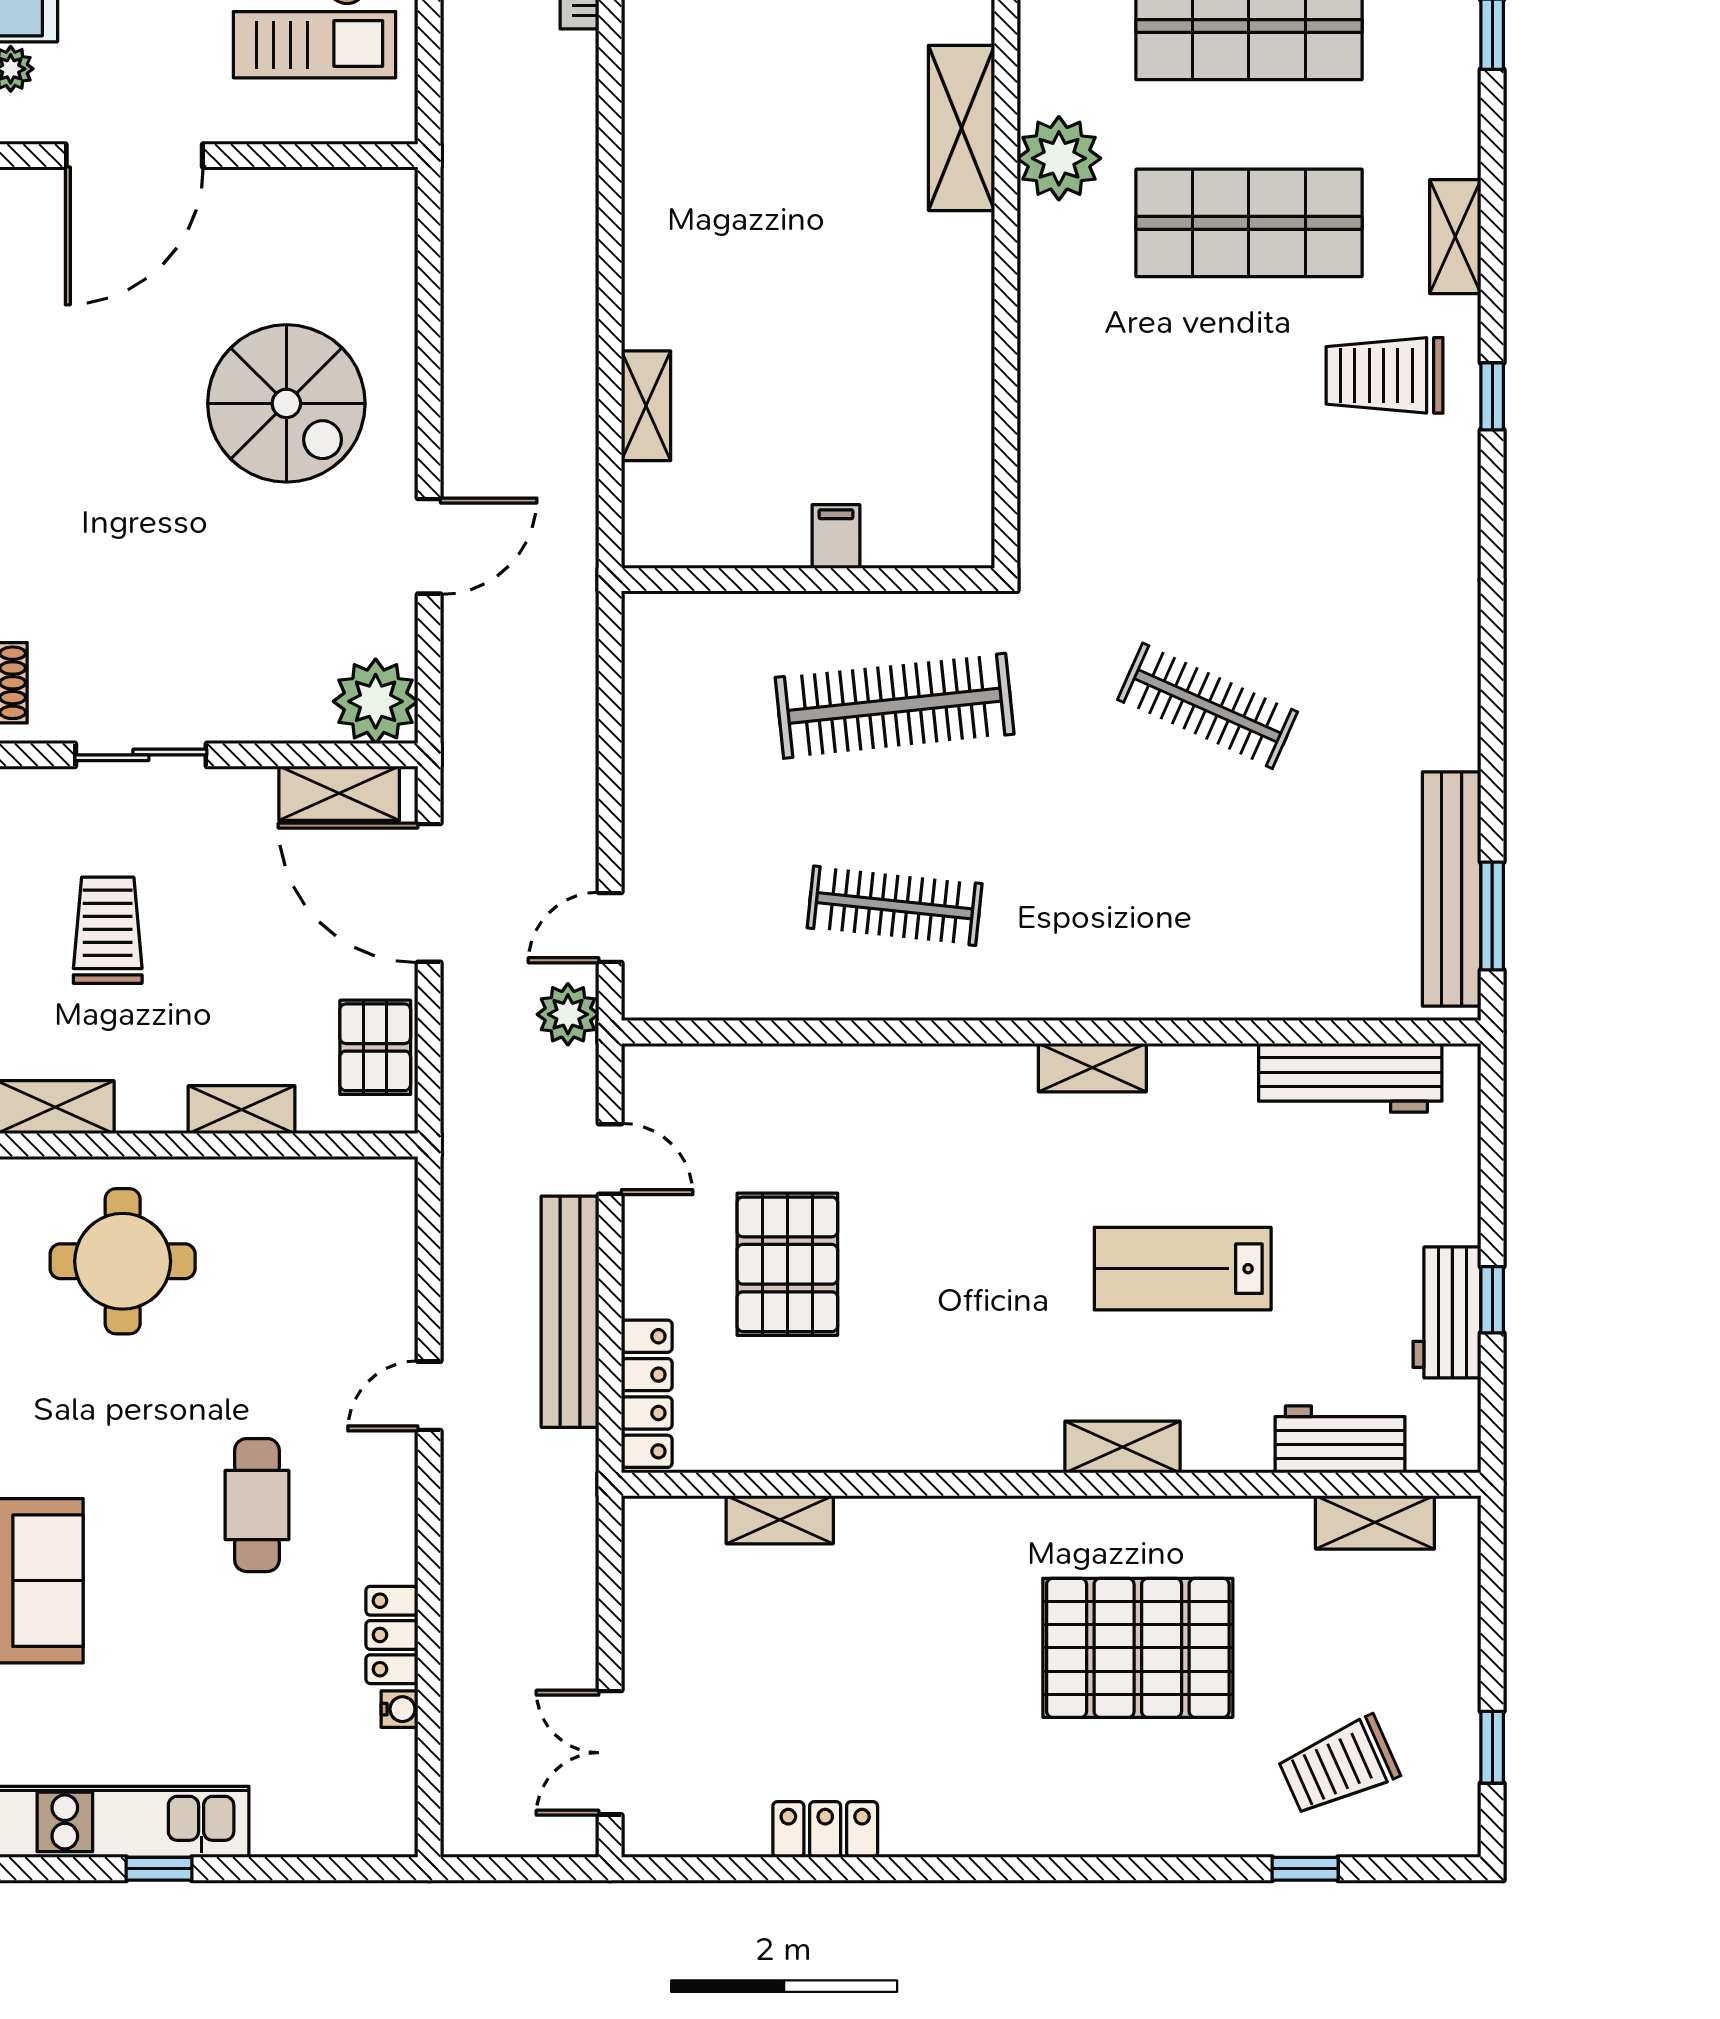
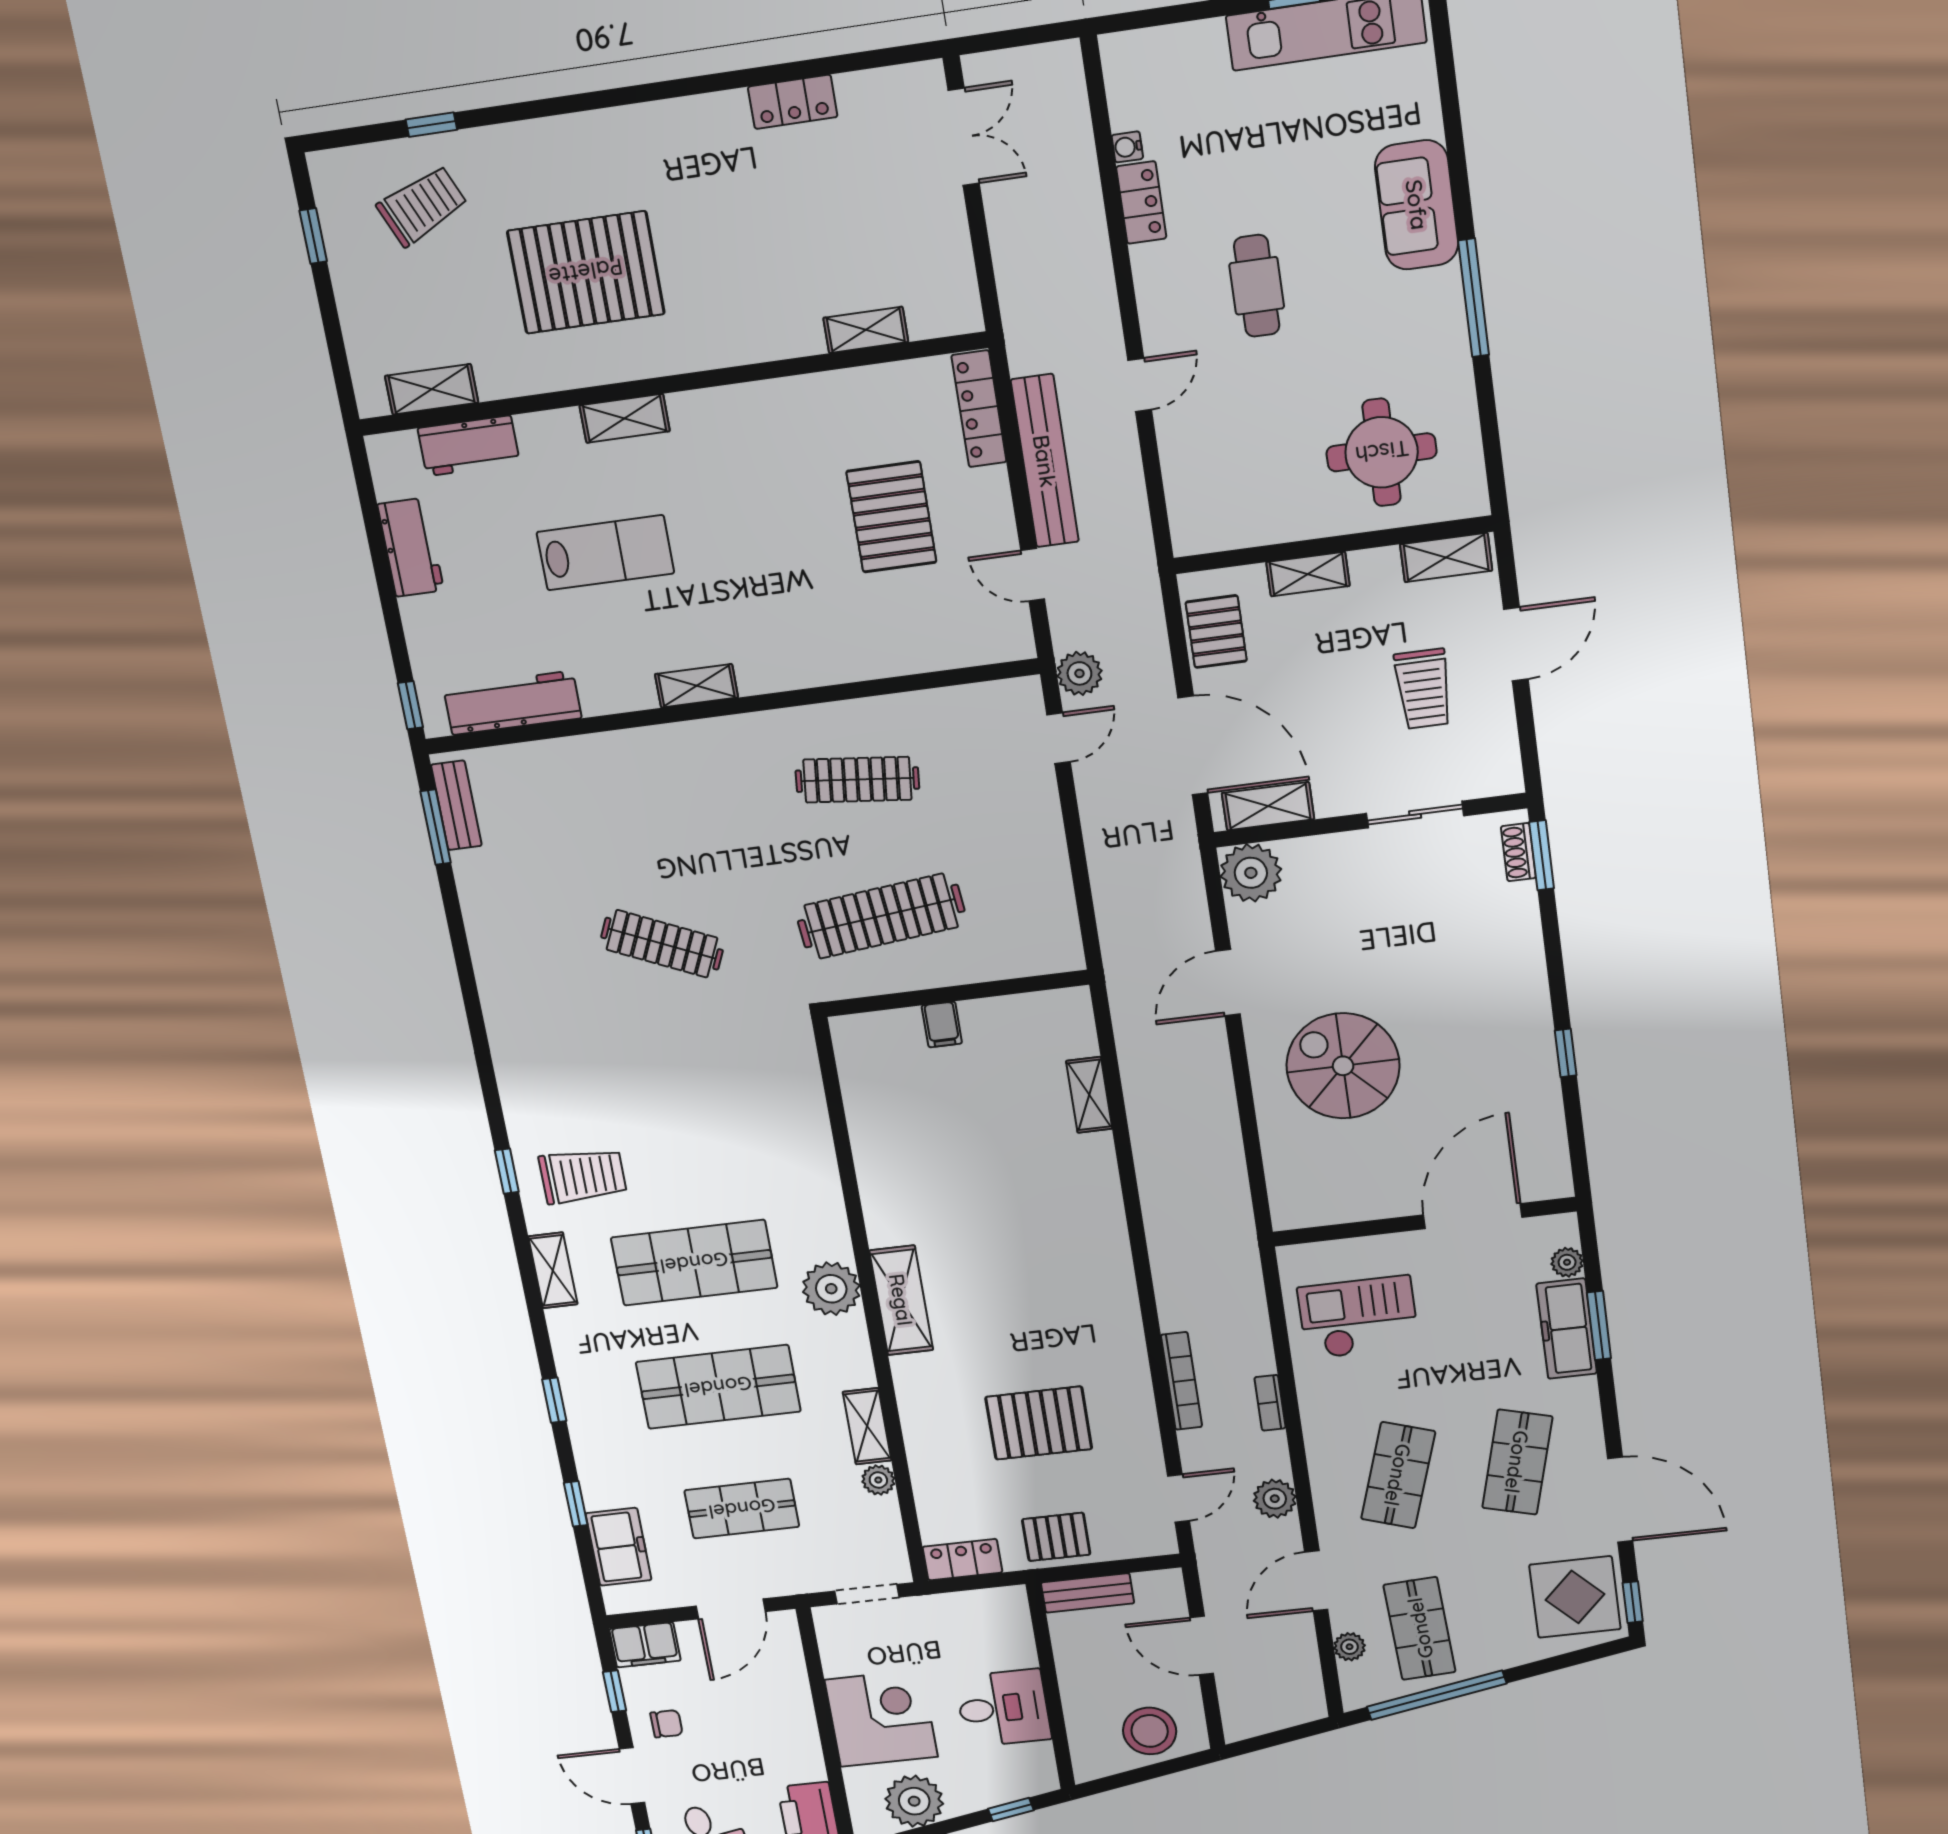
bench: (1452, 889) -> (456, 805), width x0.54, depth x0.82
window: (1492, 1300) -> (410, 705), moved

